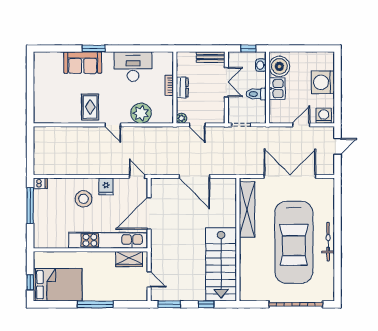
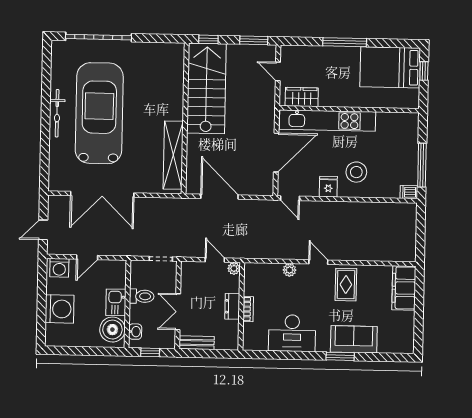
filing cabinet: (43, 105) -> (404, 288), added
plant: (141, 113) -> (289, 270), width x0.53, depth x0.53
shelving: (247, 209) -> (173, 155), moved
wall: (238, 240) -> (185, 118), moved
stairs: (221, 264) -> (206, 88), moved

